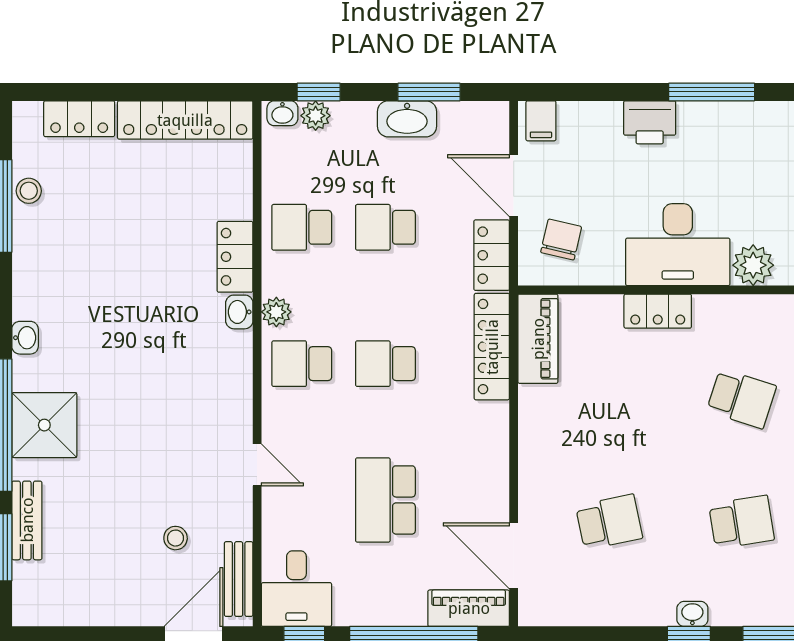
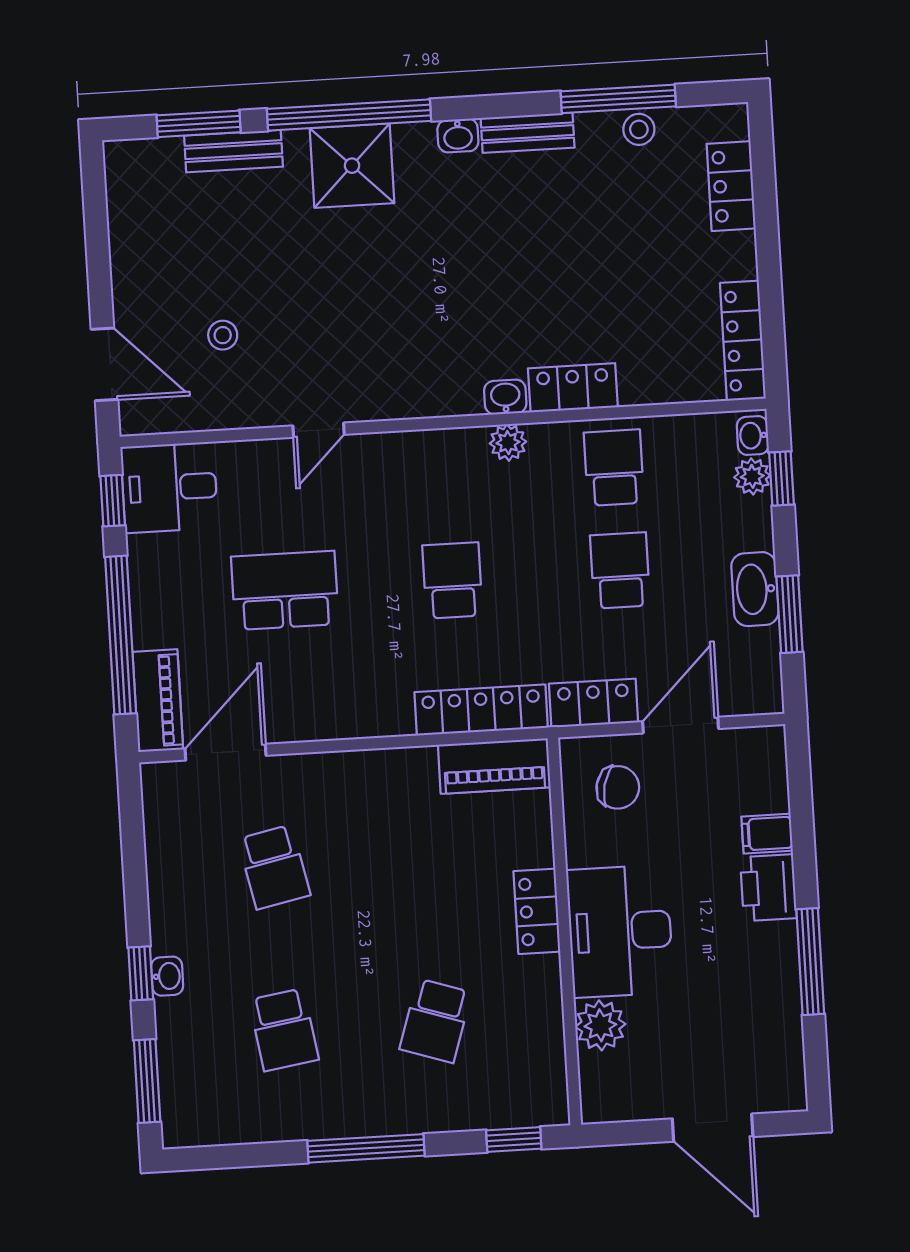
locker: (185, 120) -> (743, 341), width x0.71, depth x0.83
filing cabinet: (541, 121) -> (767, 834), moved
school desk: (302, 364) -> (446, 478), removed
bench: (239, 579) -> (528, 133), moved

